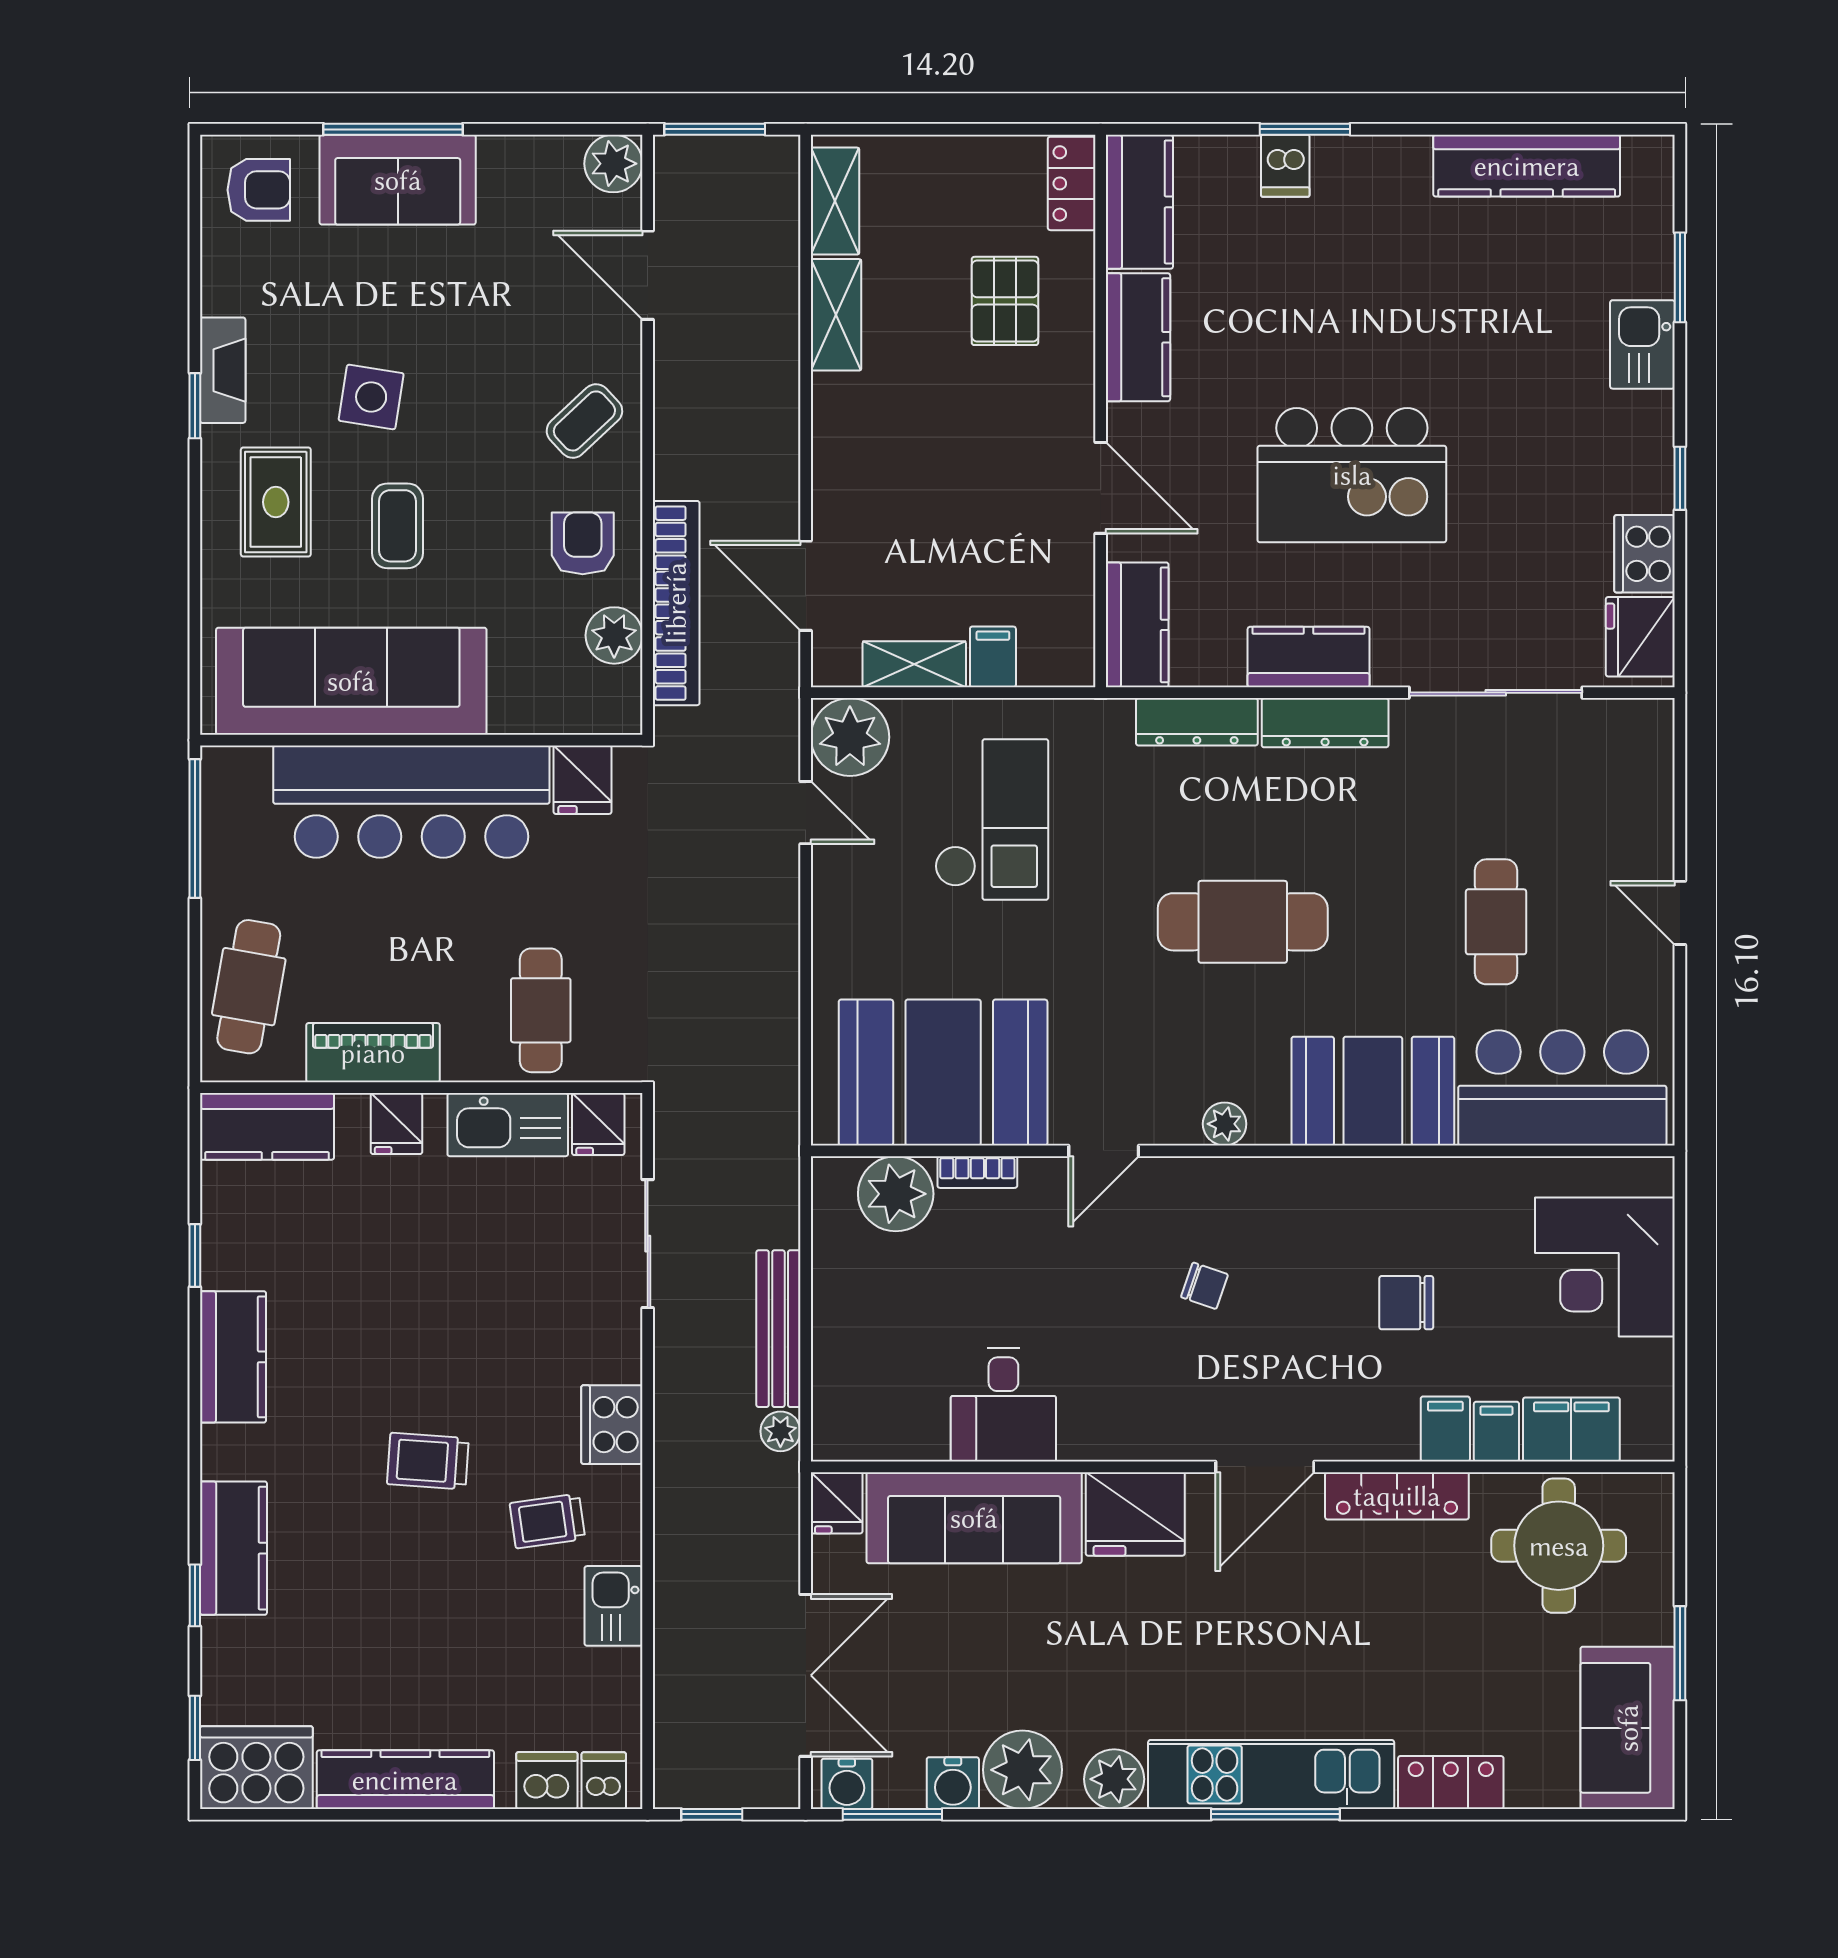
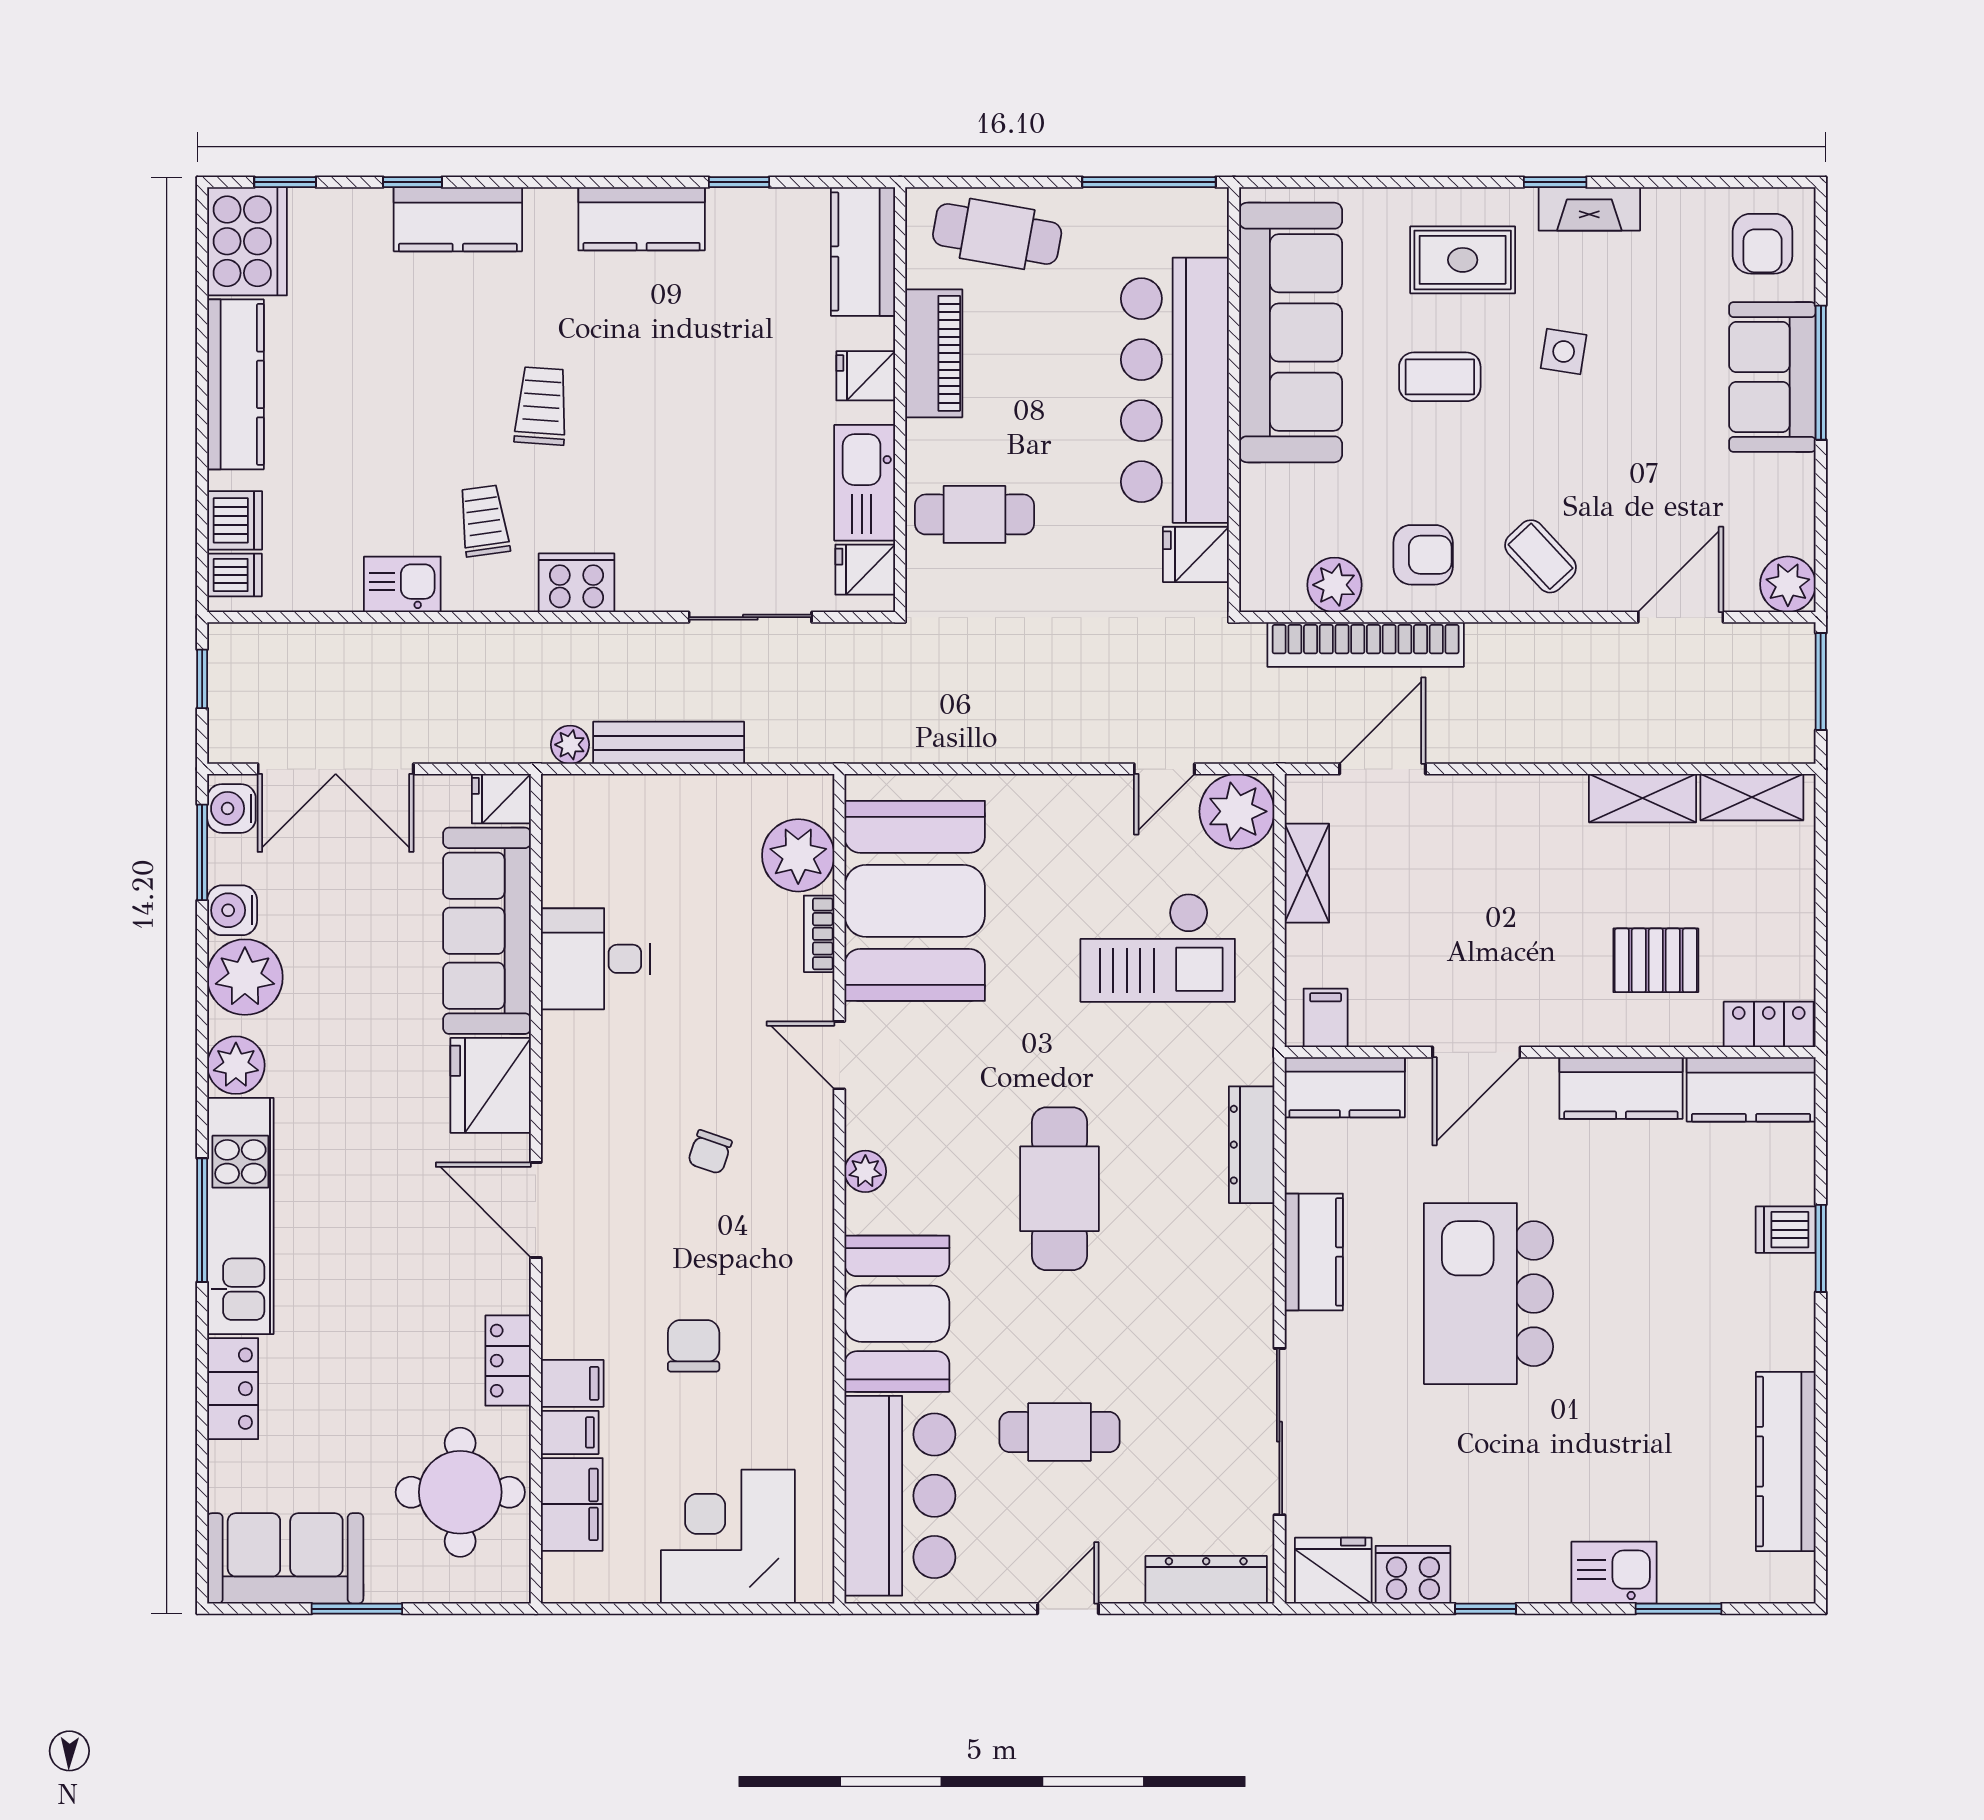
side table: (371, 397) -> (1564, 351), width x0.73, depth x0.73
filing cabinet: (993, 657) -> (1326, 1018), moved, turned -90
dresser: (1325, 723) -> (1206, 1580), moved, turned 90
locker: (1397, 1496) -> (508, 1361), width x0.66

